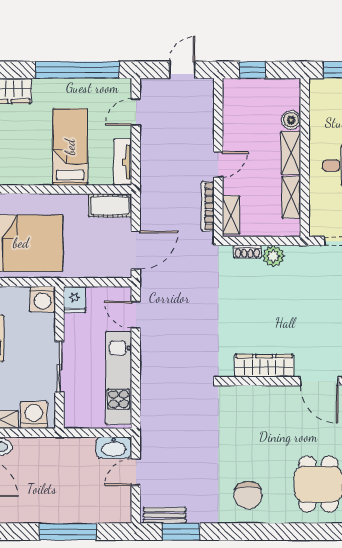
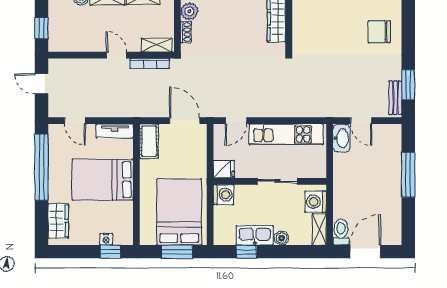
bed: (70, 147) -> (103, 180), width x1.50
chair: (248, 495) -> (379, 32), turned 180

